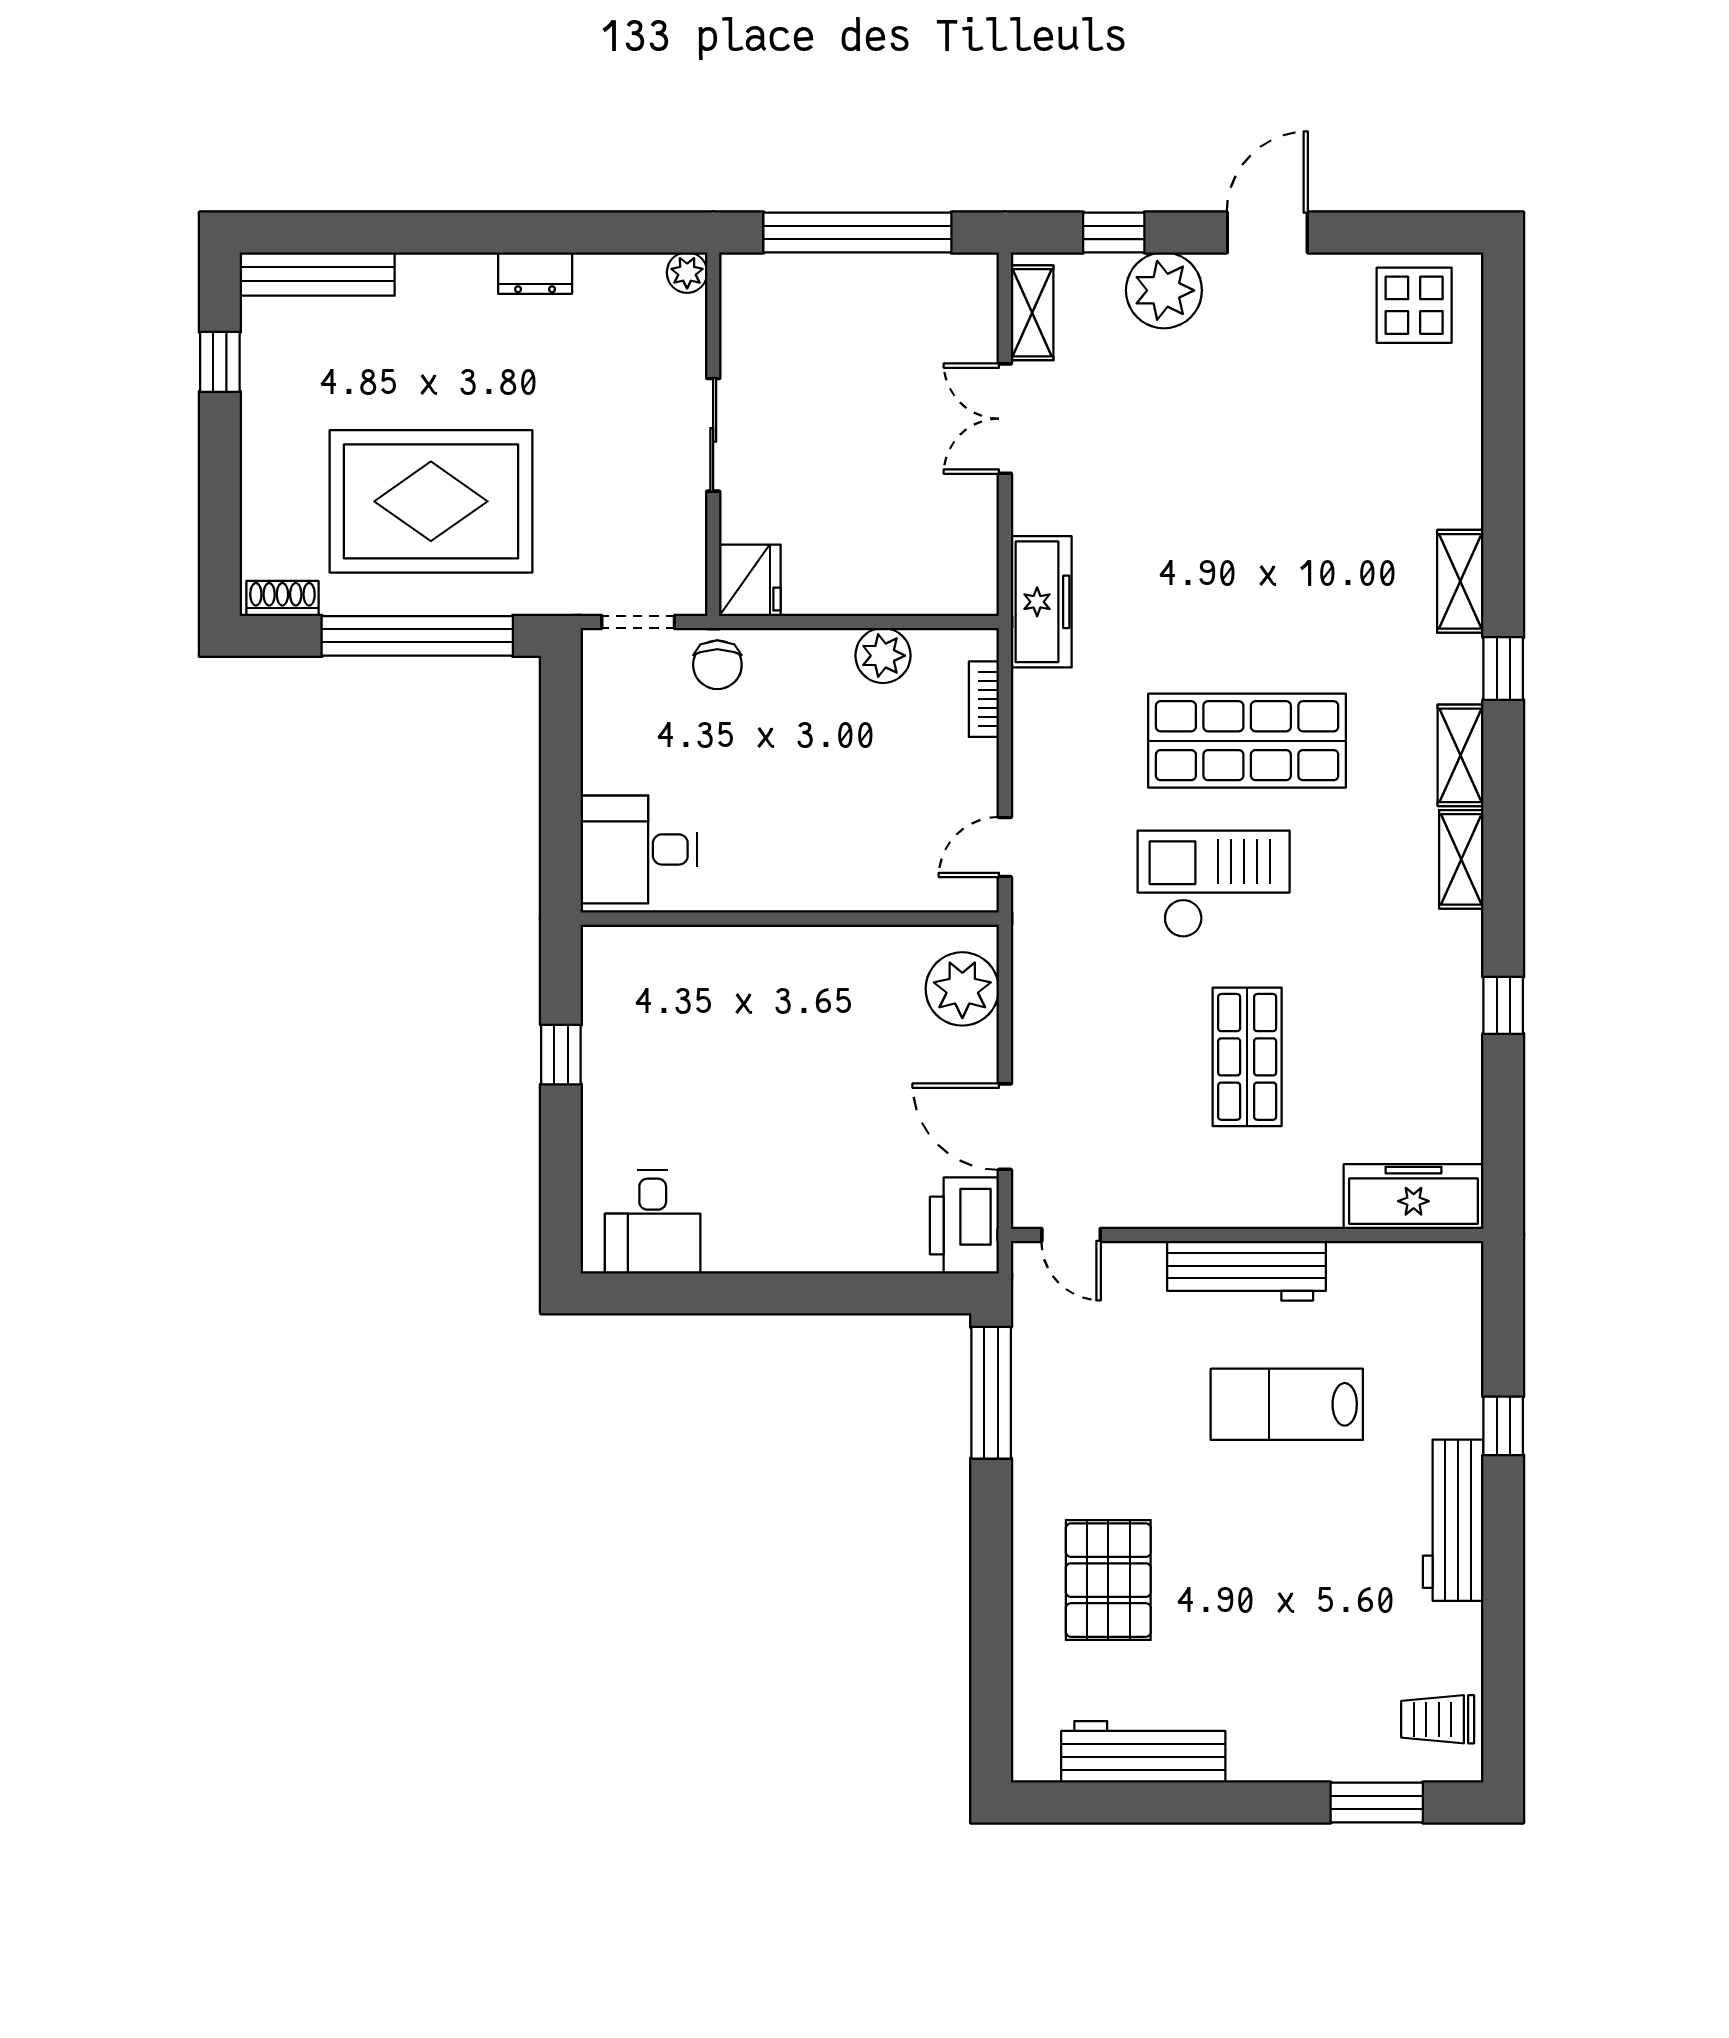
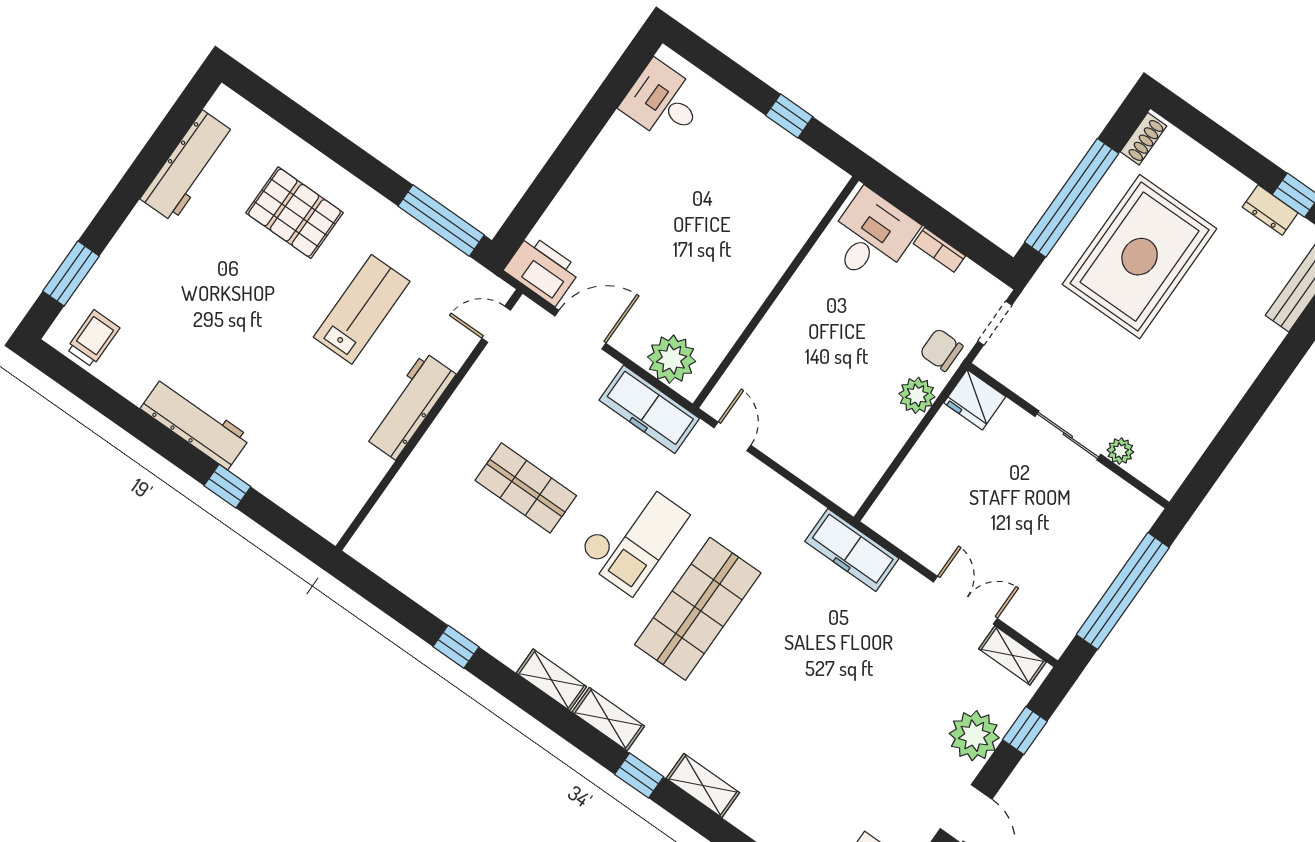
dresser: (535, 273) -> (1270, 210), moved, turned -90
plant: (687, 273) -> (1120, 451), moved
plant: (883, 656) -> (917, 395), moved
bookcase: (984, 699) -> (939, 250), moved, turned 180
freezer: (1414, 1197) -> (649, 409), moved, turned 90
lab bench: (1287, 1404) -> (362, 309), moved

